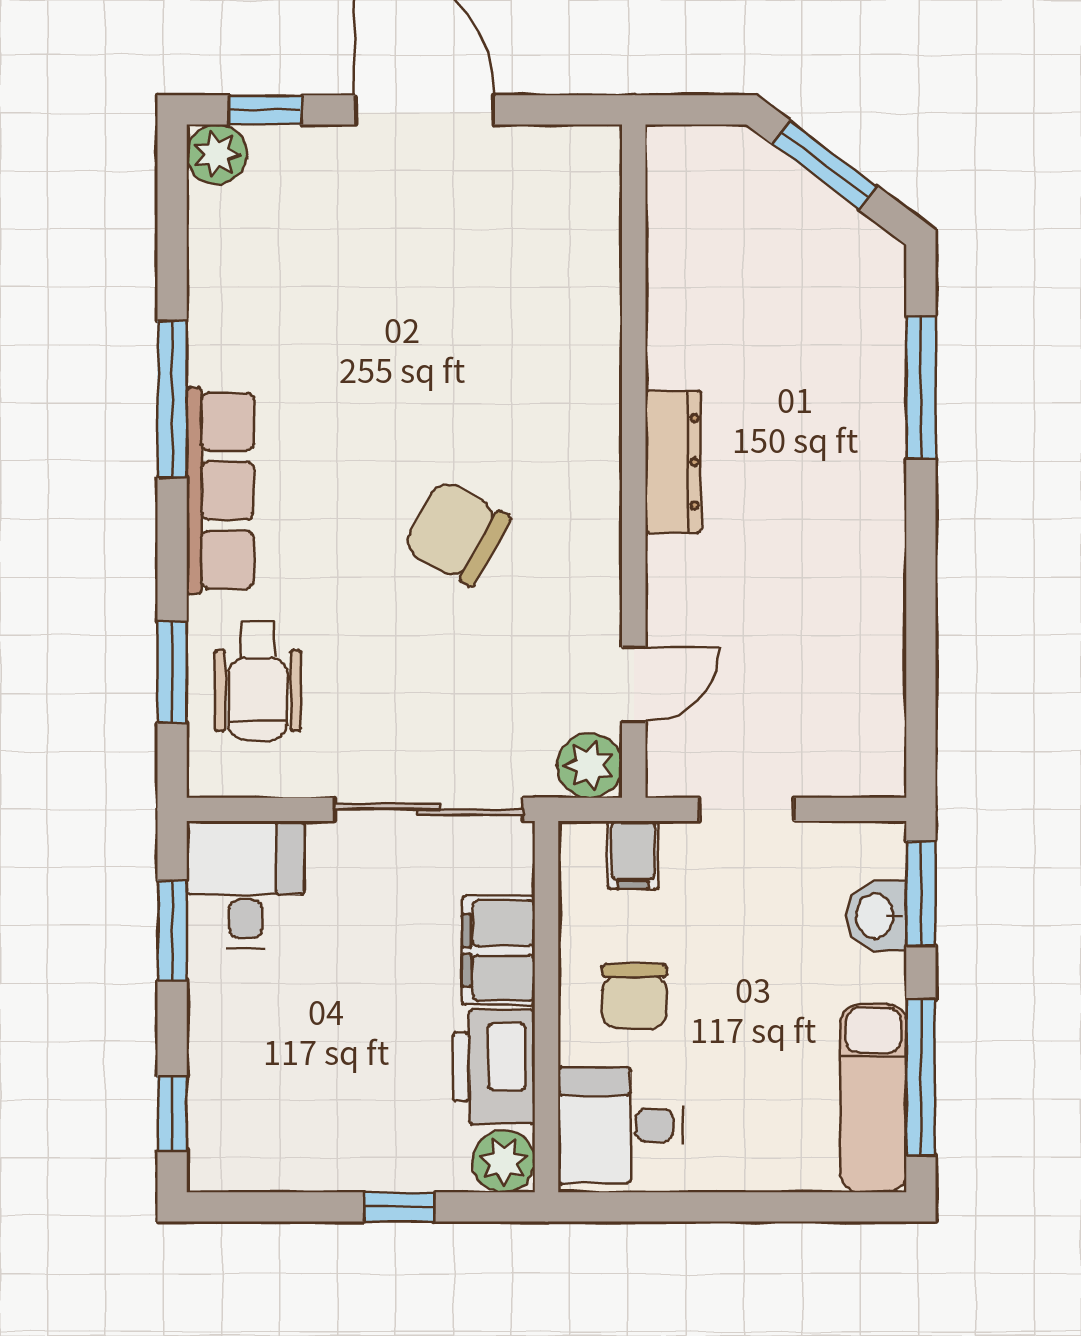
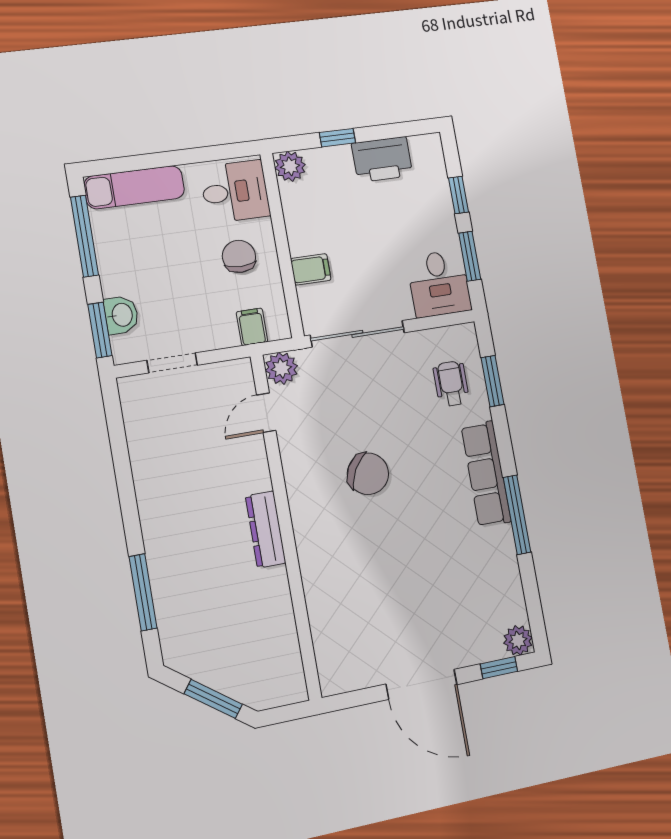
wheelchair: (258, 681) -> (451, 384), width x0.73, depth x0.73
doorway: (747, 809) -> (172, 363), moved
filing cabinet: (499, 950) -> (311, 269), width x0.50
printer: (494, 1067) -> (382, 159), moved, turned 90
exam couch: (873, 1098) -> (134, 187), moved, turned 90
window: (172, 1113) -> (459, 195), moved

